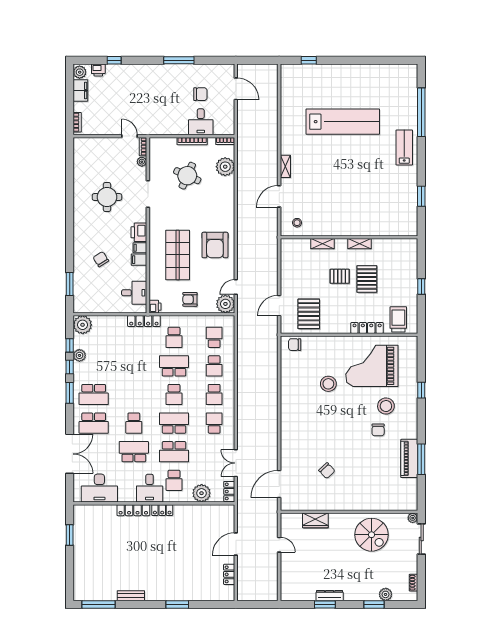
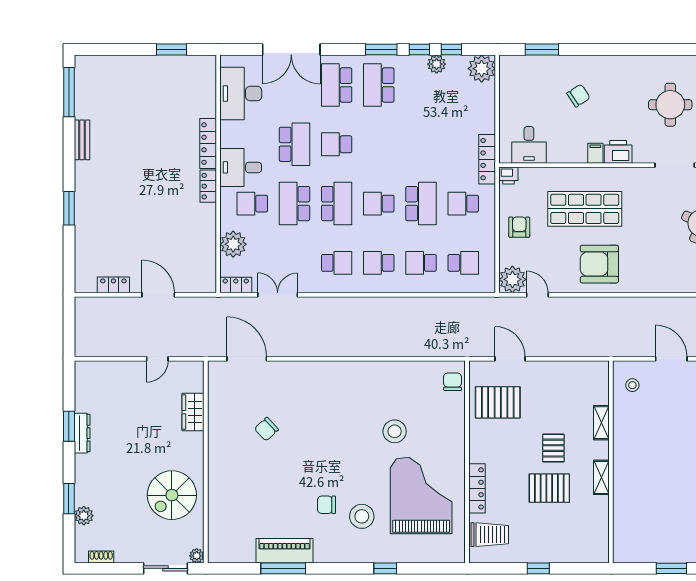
filing cabinet: (139, 260) -> (578, 152), removed

